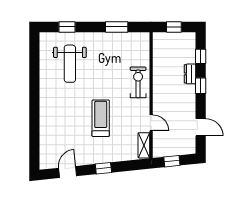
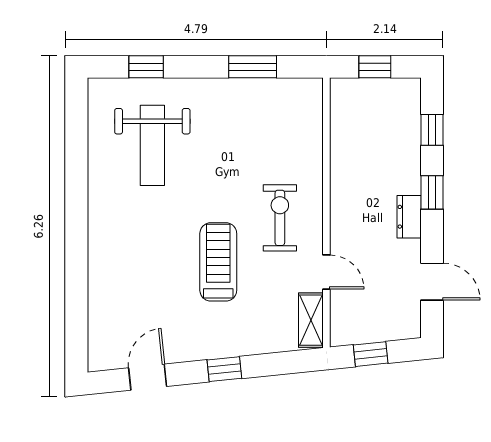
dresser: (190, 74) -> (409, 217), moved
exercise bike: (138, 82) -> (280, 218), moved

